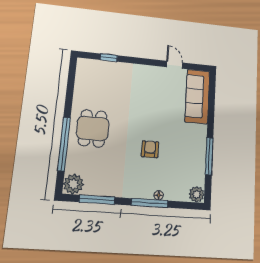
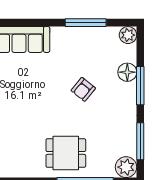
armchair: (150, 149) -> (83, 89), turned -51
floor lamp: (159, 195) -> (127, 72), width x1.89, depth x1.89

